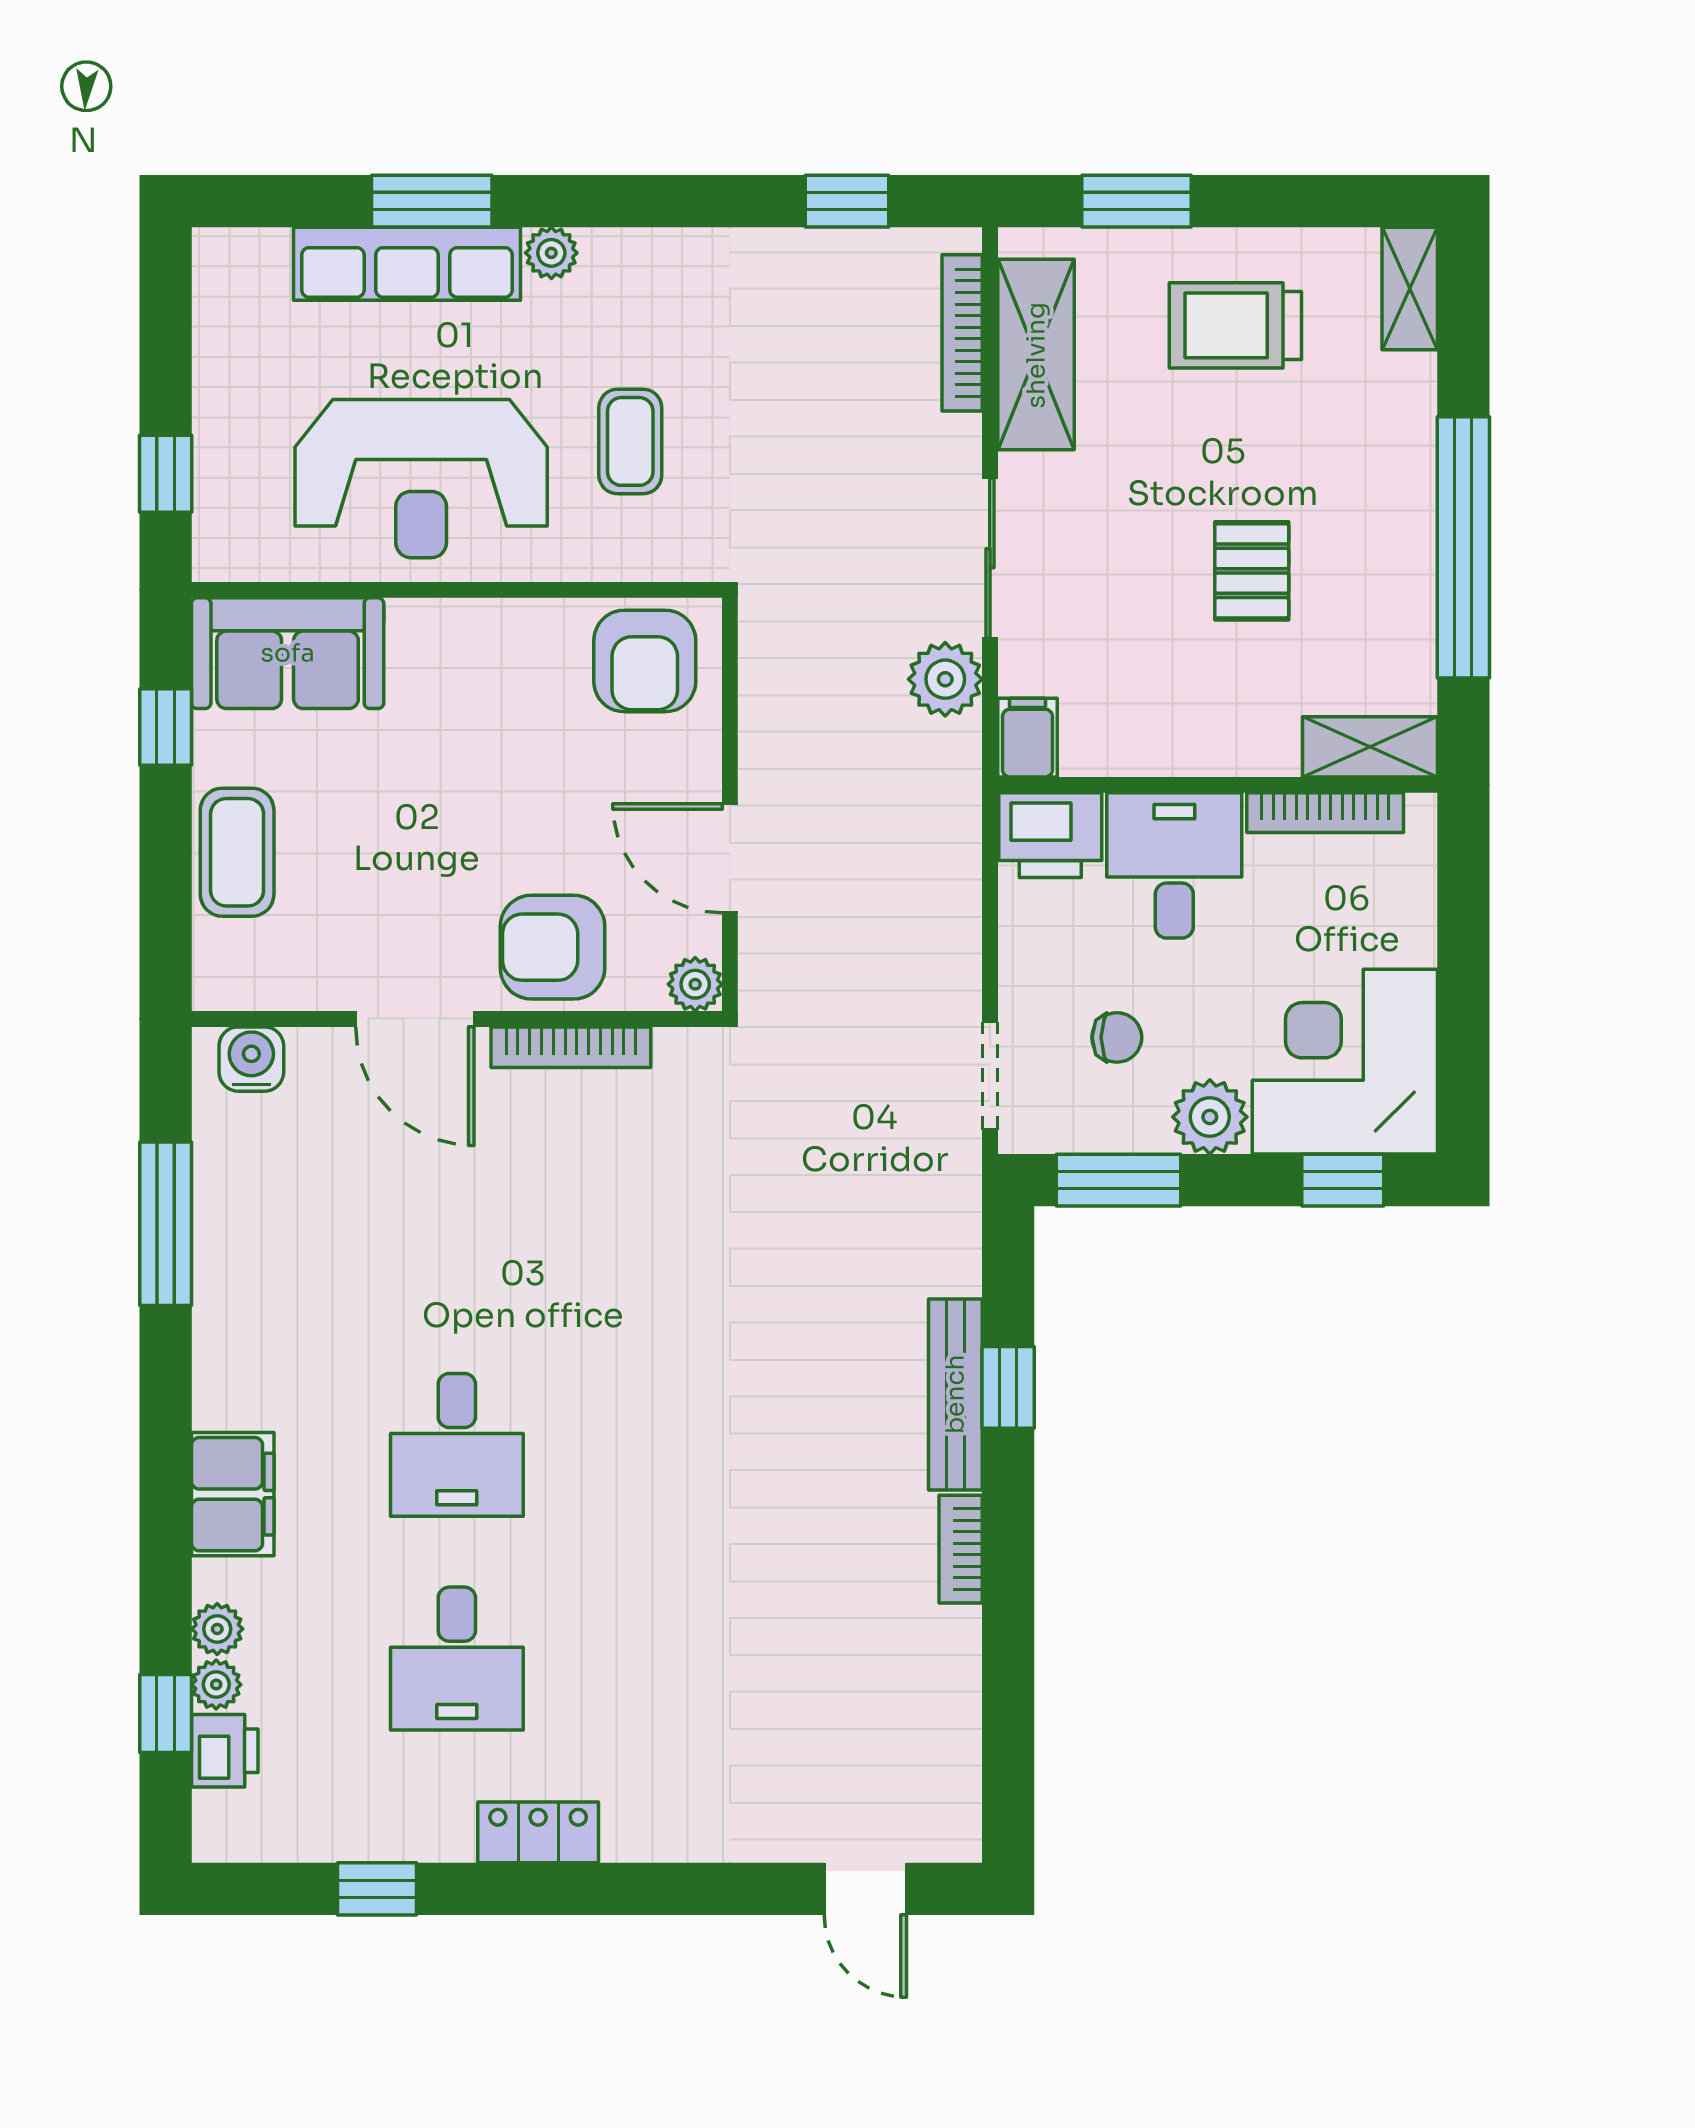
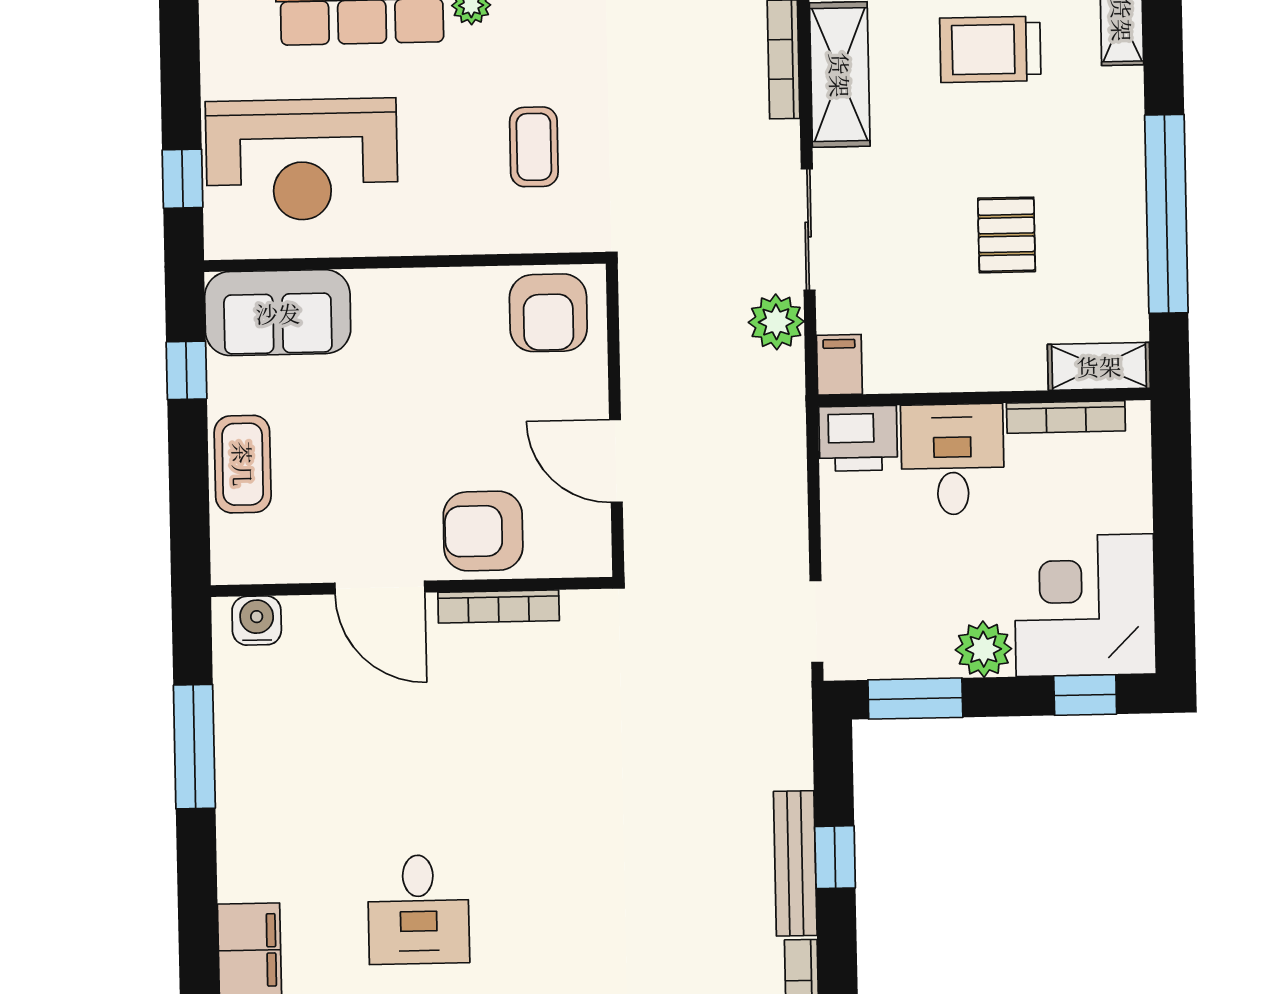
reception desk: (421, 479) -> (302, 160), moved
plant: (695, 984) -> (592, 557), removed
chair: (1117, 1037) -> (912, 590), removed

